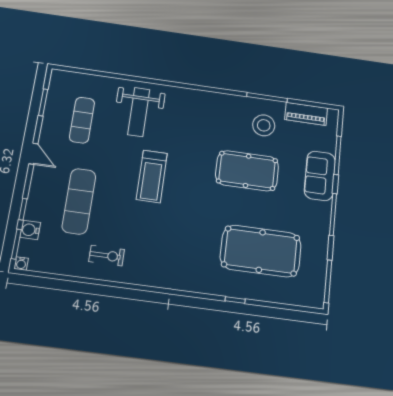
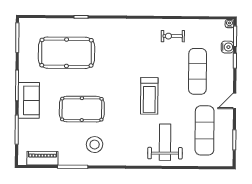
exercise mat: (82, 120) -> (205, 130), width x1.36, depth x1.45
stool: (264, 125) -> (95, 145), moved
door: (33, 154) -> (235, 101), hinge flipped
treadmill: (152, 176) -> (149, 96), turned 180
sofa: (320, 176) -> (29, 100), moved

